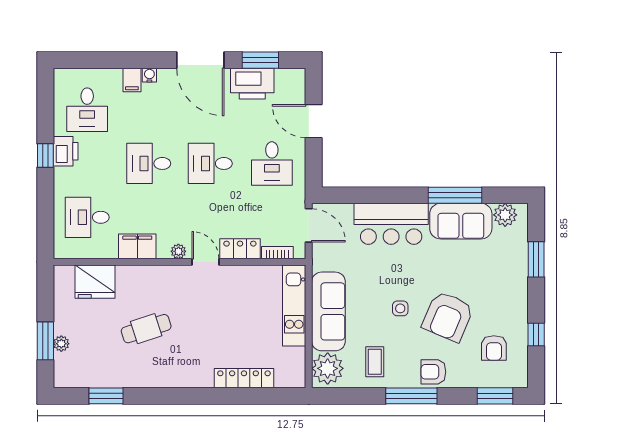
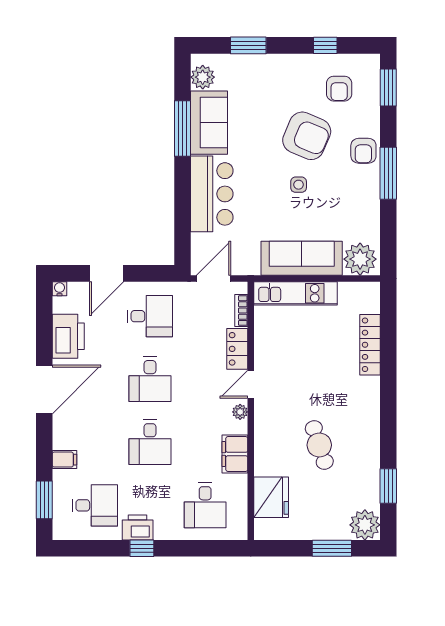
window: (260, 60) -> (44, 500), moved
water cooler: (149, 75) -> (60, 289), moved, turned 90
plant: (61, 344) -> (365, 525), moved, width x1.87, depth x1.87
armchair: (494, 348) -> (339, 89), turned 90
coffee table: (375, 362) -> (353, 211), removed

